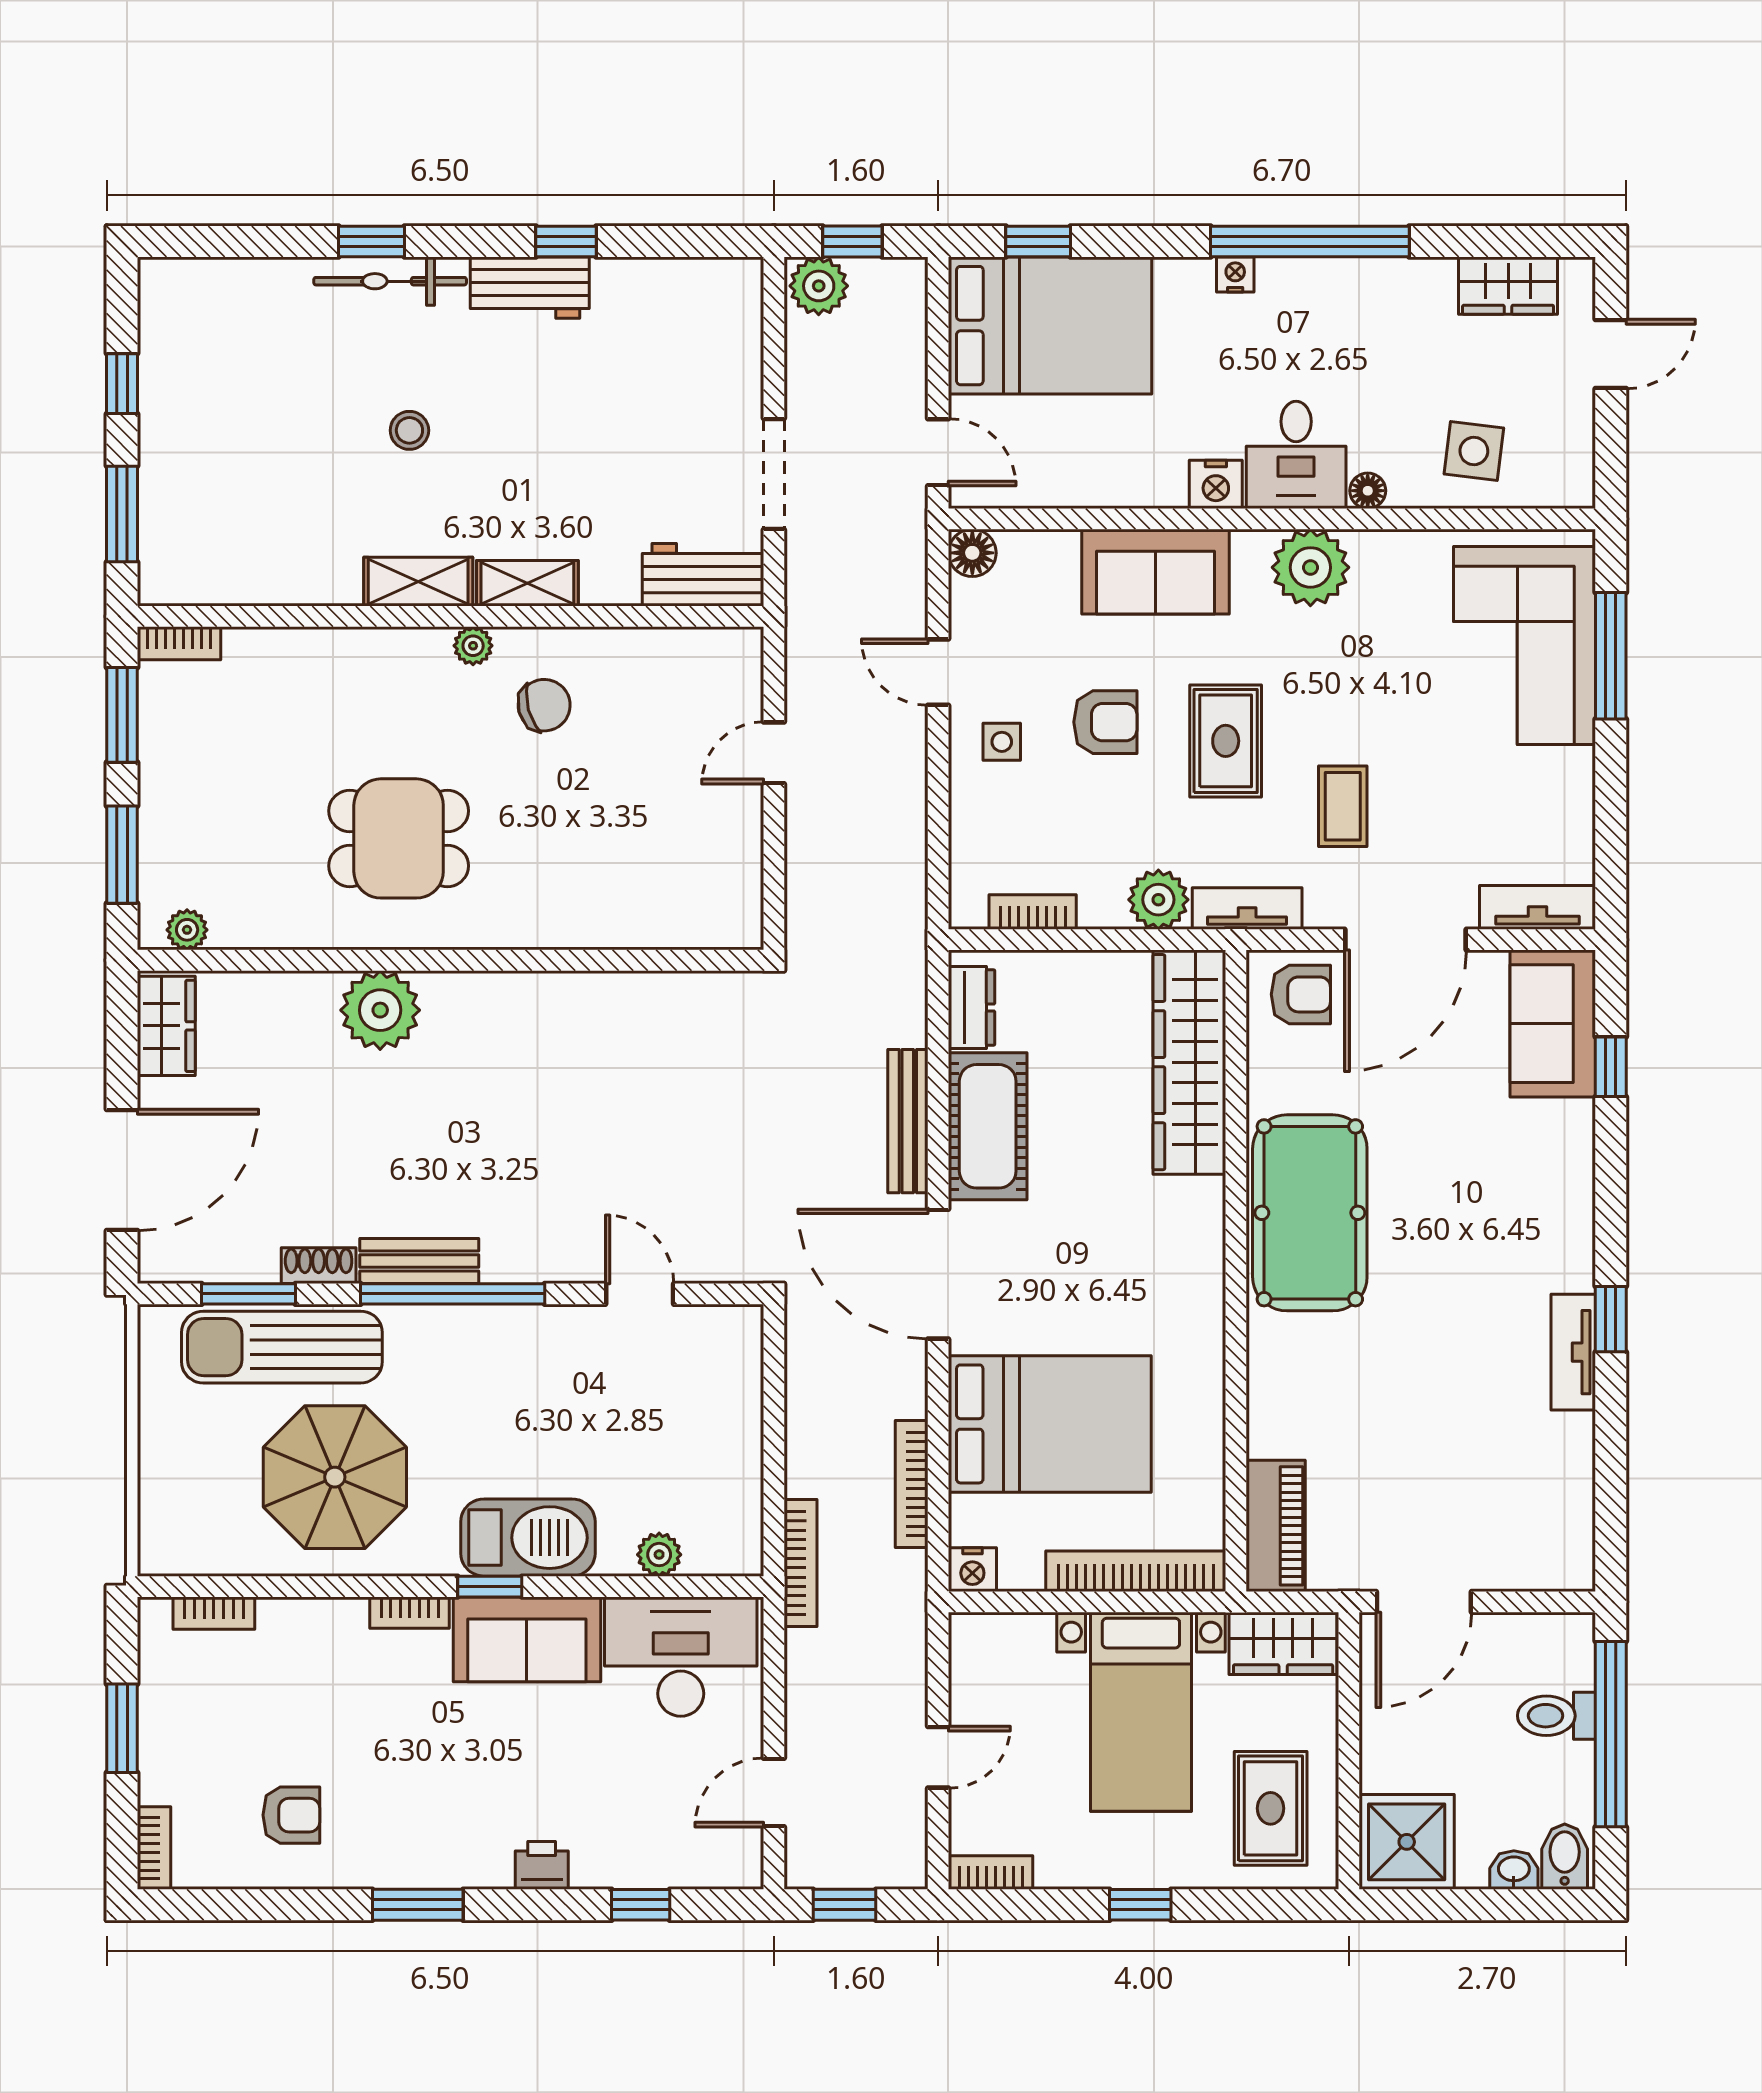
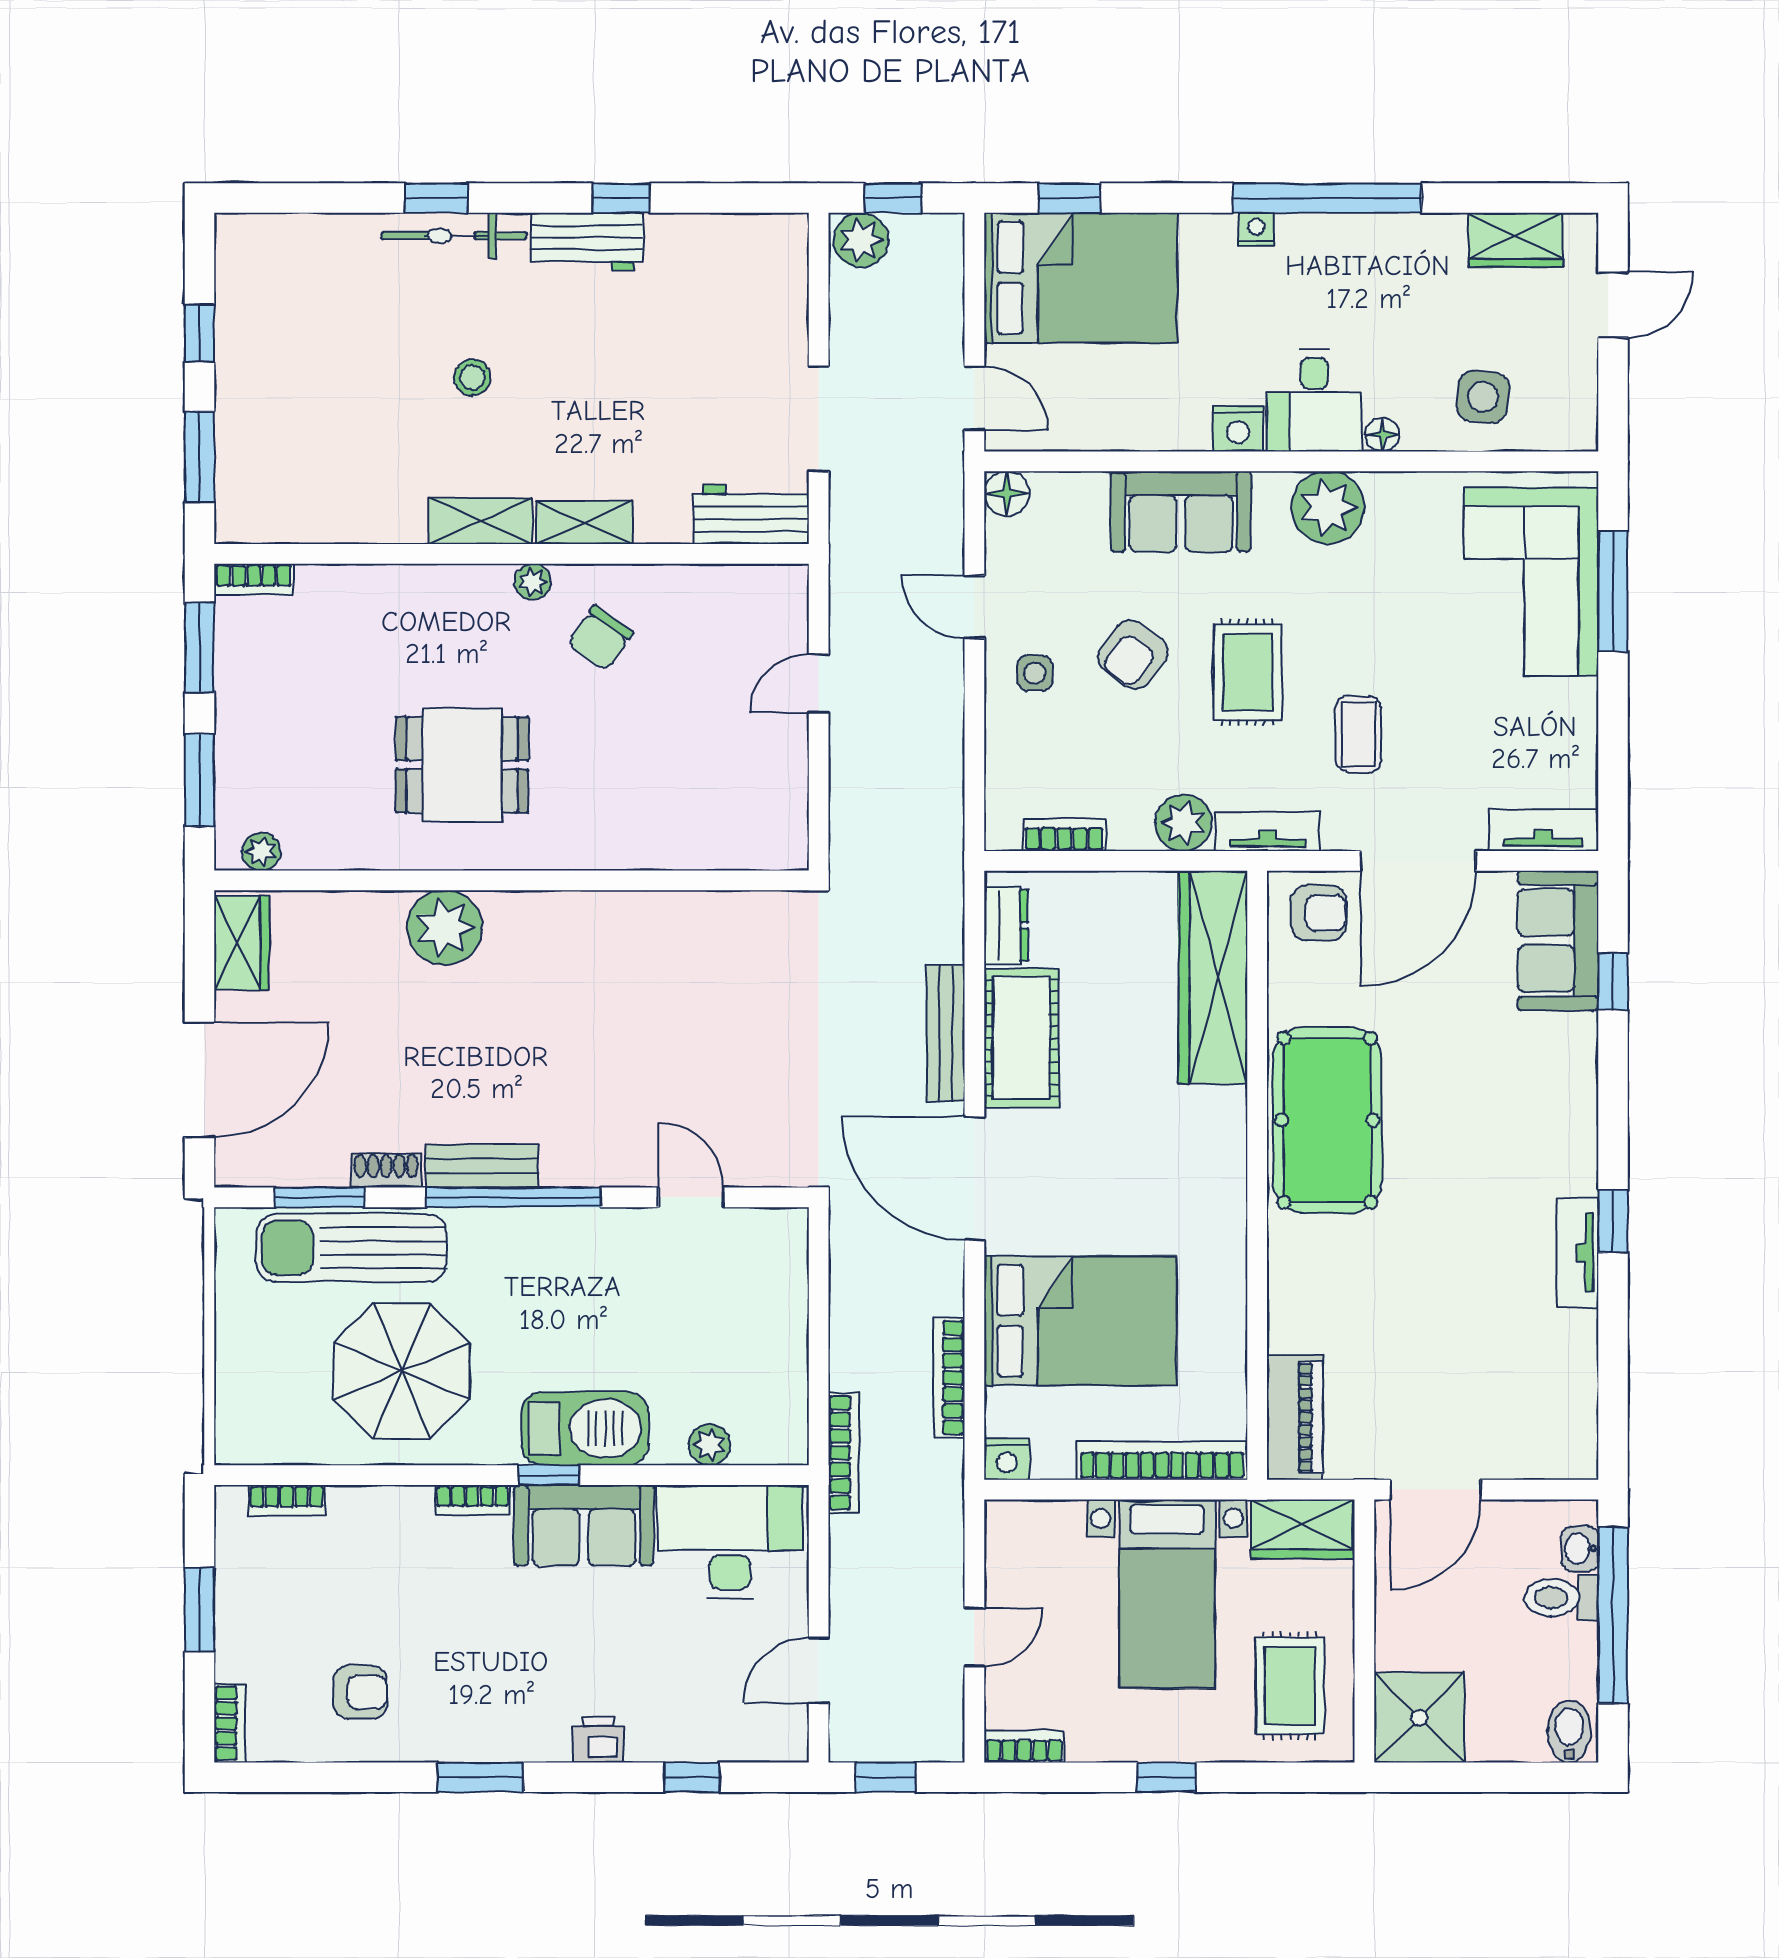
chair: (544, 705) -> (600, 638), turned 140
armchair: (1105, 722) -> (1133, 654), turned 127
washbasin: (1514, 1870) -> (1580, 1549), moved, turned -90

